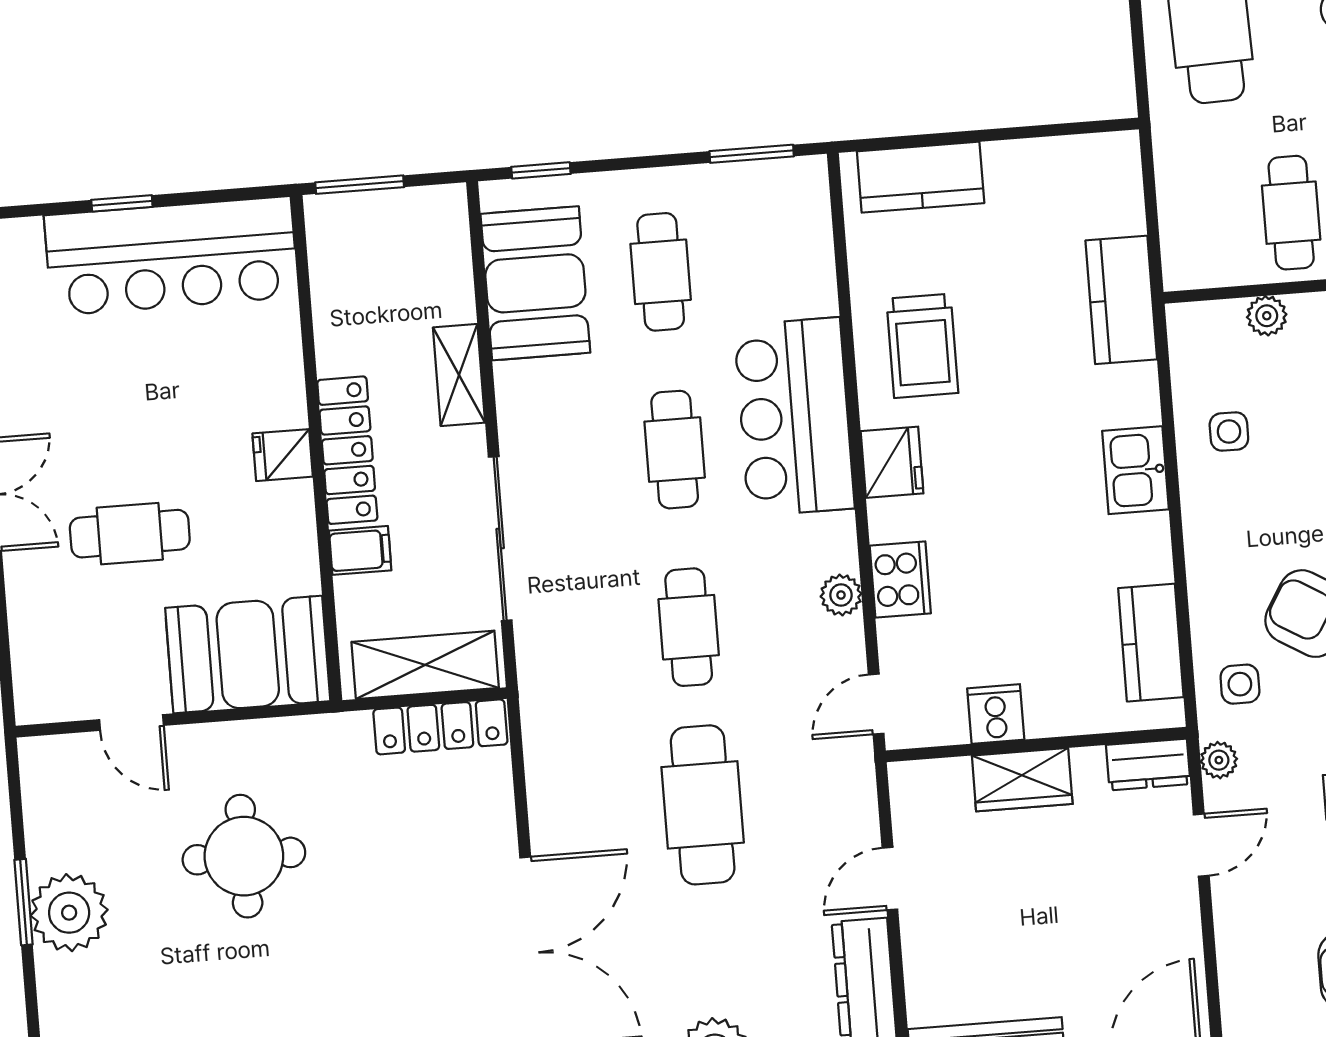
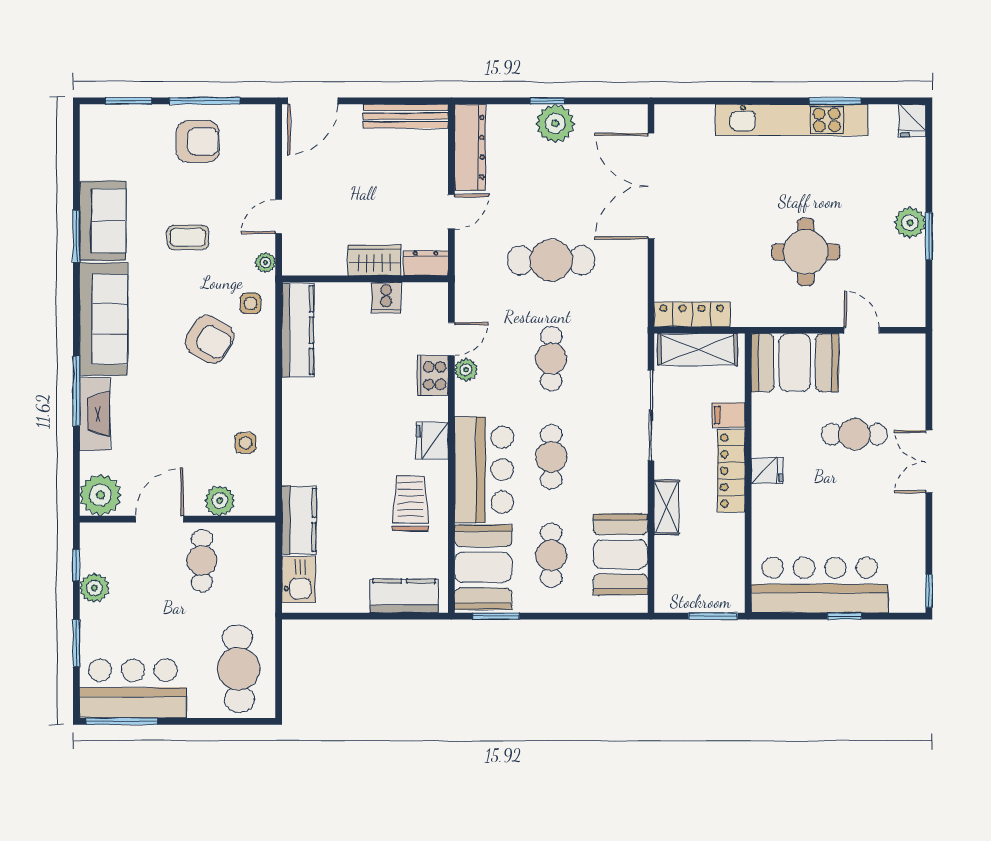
window: (541, 170) -> (613, 616), removed
booth: (782, 240) -> (483, 567), added
plant: (1267, 316) -> (220, 501), width x1.38, depth x1.38
kitchen sink: (1135, 470) -> (299, 579), moved
kitchen counter: (1151, 643) -> (298, 330), width x1.50
door: (876, 704) -> (451, 339), moved
dresser: (1148, 765) -> (426, 263), moved
cafe table: (703, 805) -> (551, 260), turned 90
plant: (69, 913) -> (910, 223), width x0.73, depth x0.73

